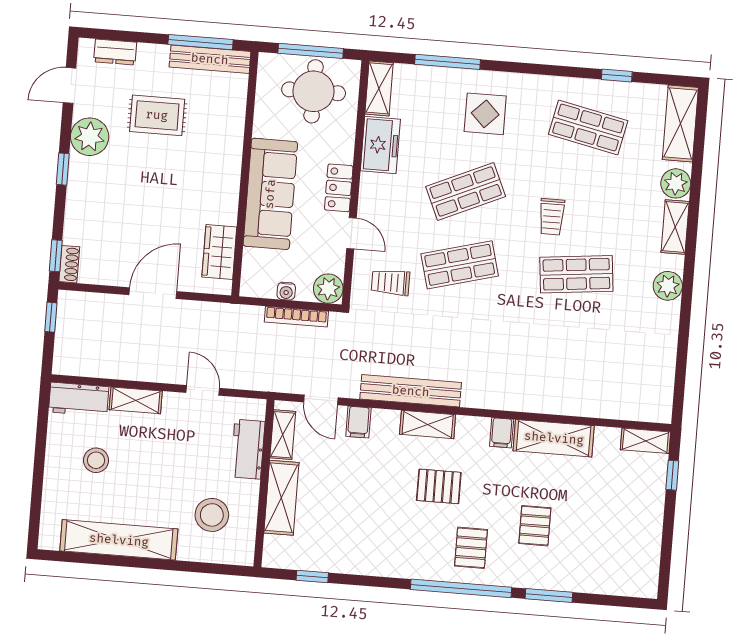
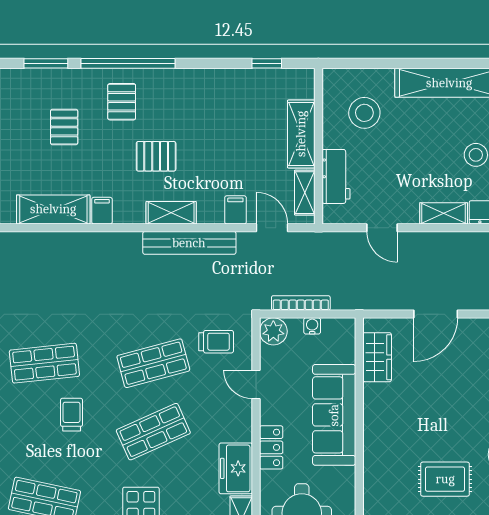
locker: (339, 188) -> (271, 447), moved

